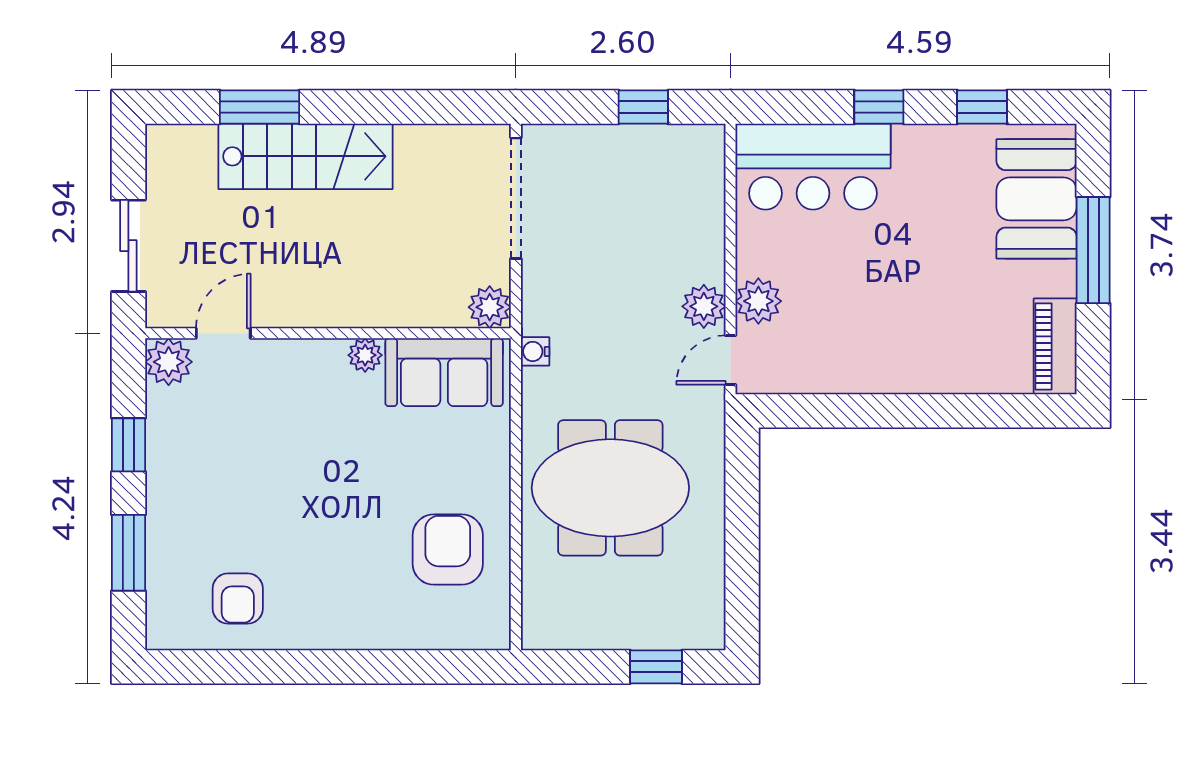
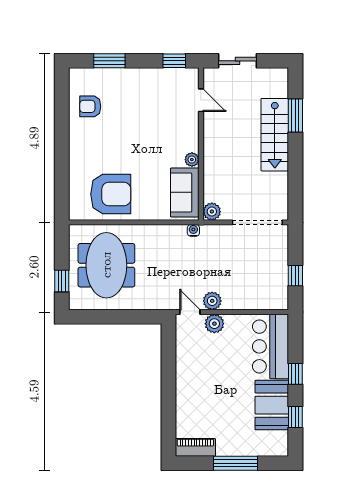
booth: (1037, 199) -> (272, 405), moved, turned 90
plant: (169, 362) -> (189, 78), removed
window: (128, 445) -> (174, 61), moved
meeting table: (610, 488) -> (106, 265), moved
armchair: (448, 550) -> (111, 194), width x1.36, depth x1.36

